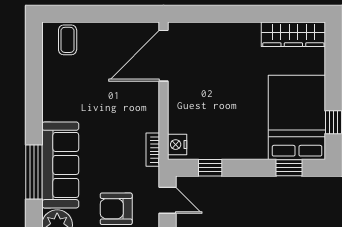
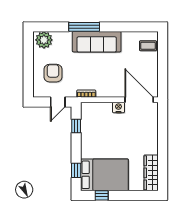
nightstand: (177, 145) -> (118, 107), moved
sofa: (60, 165) -> (97, 42), moved
window: (34, 172) -> (84, 27), moved

